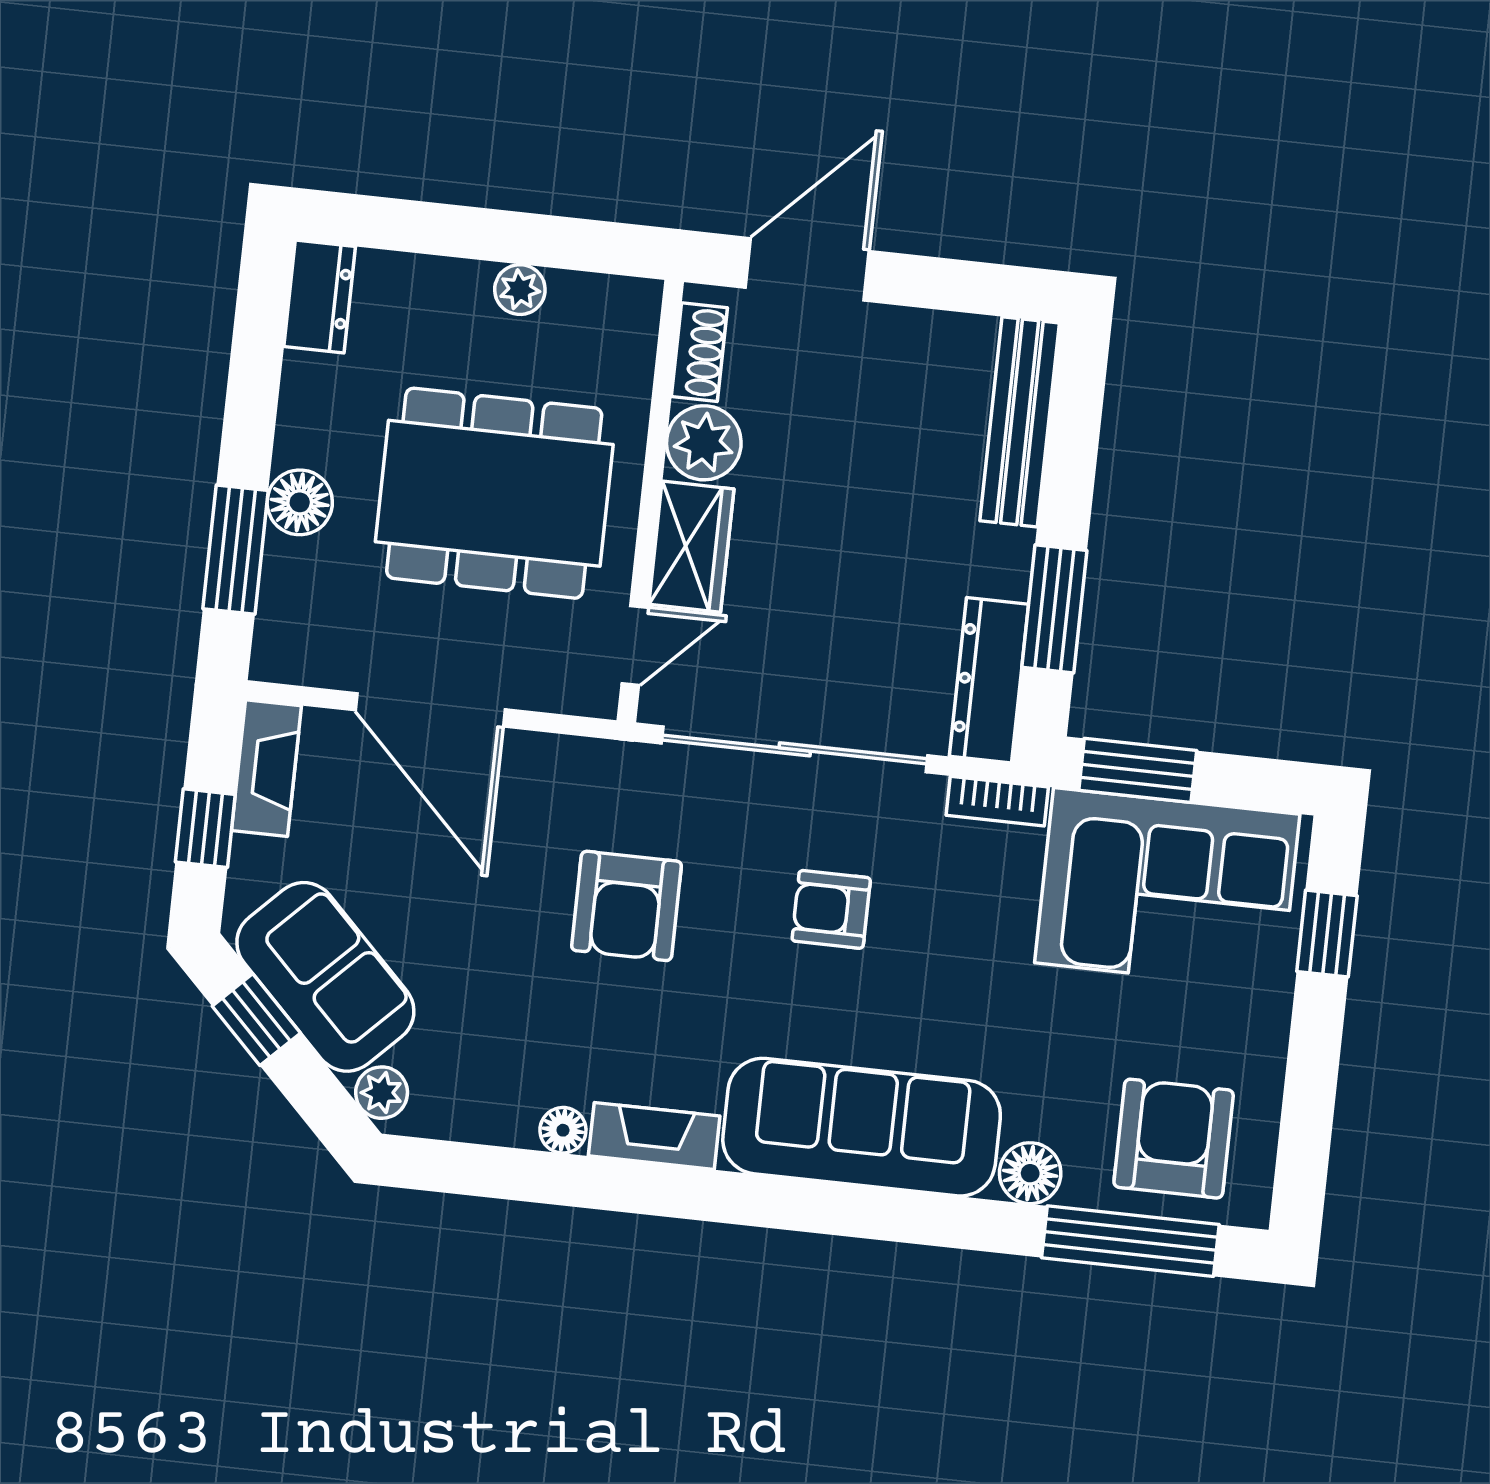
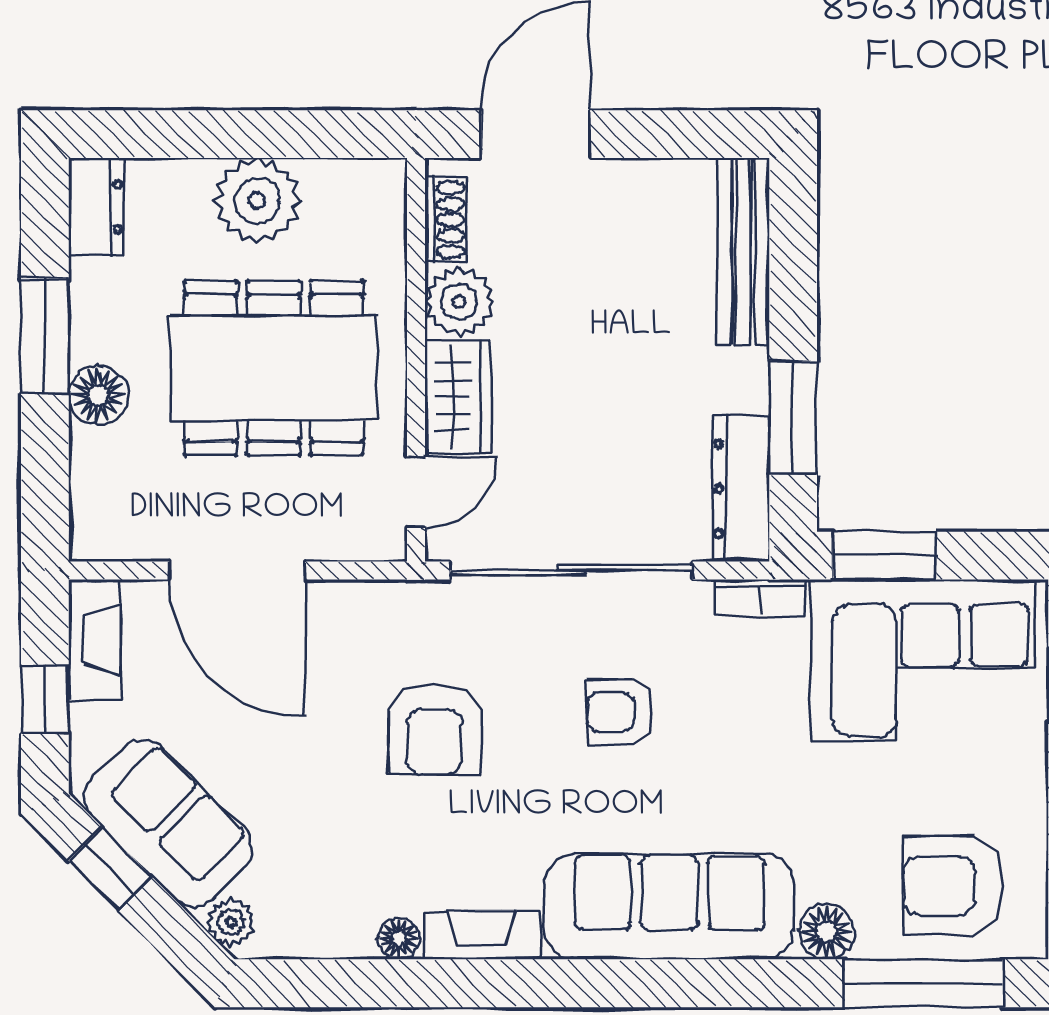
plant: (520, 290) -> (257, 201), width x1.88, depth x1.88
window: (236, 550) -> (45, 335), moved
armchair: (1174, 1139) -> (953, 886), turned -90

